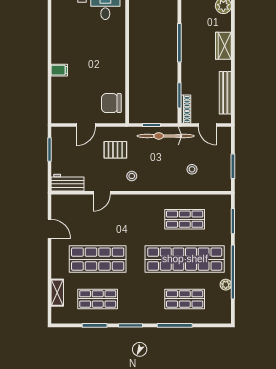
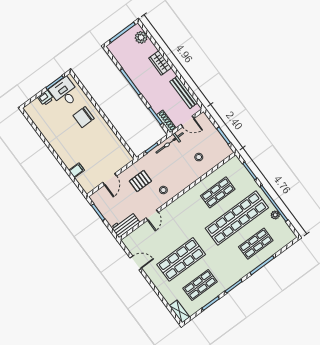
filing cabinet: (59, 70) -> (77, 170), moved
chair: (111, 103) -> (84, 117), moved
bicycle: (166, 136) -> (170, 143), width x0.73, depth x0.71
shelving: (57, 293) -> (179, 311), moved

